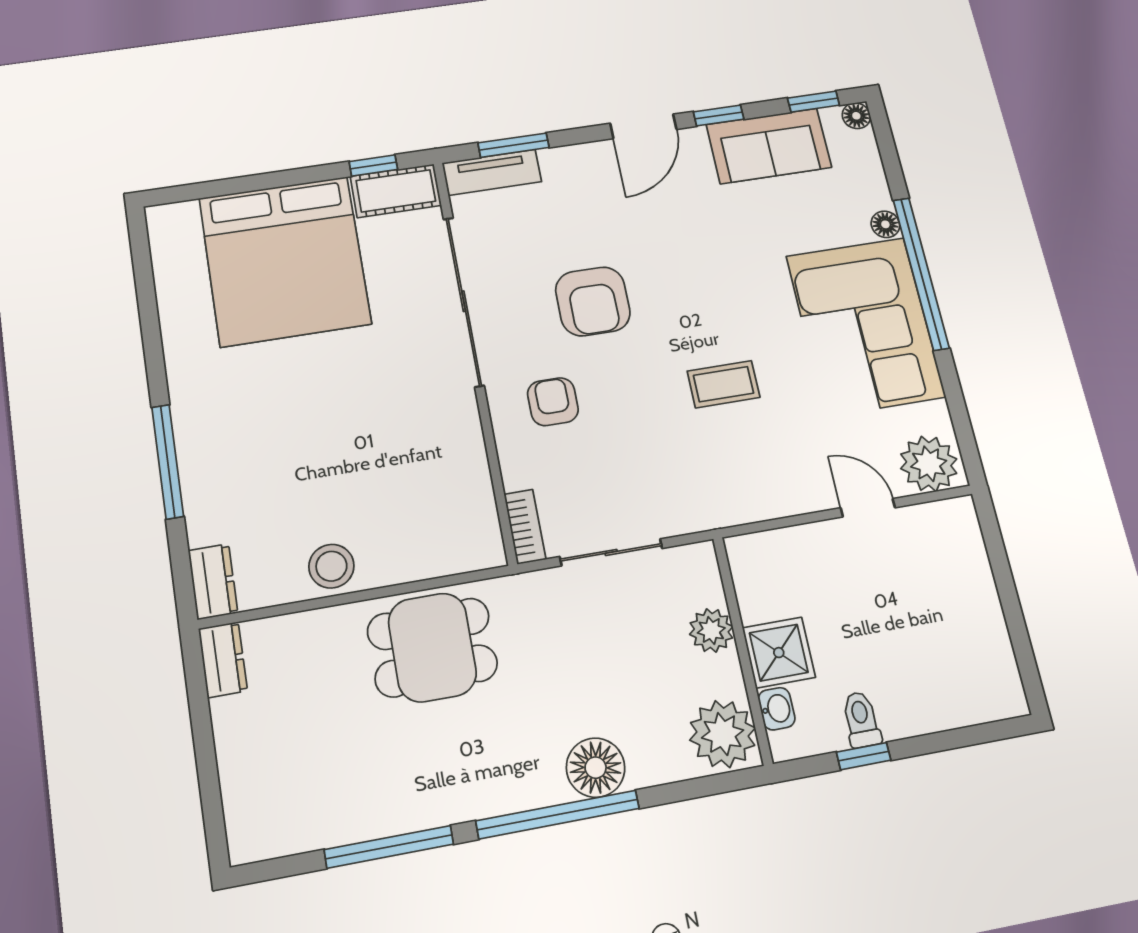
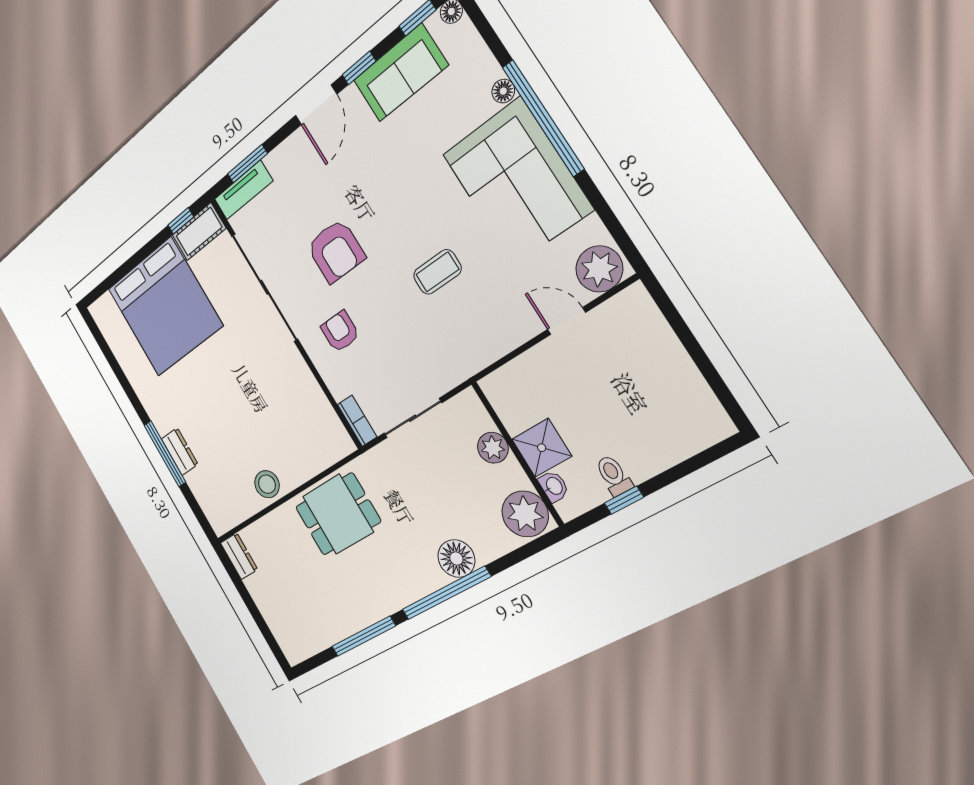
dresser: (213, 582) -> (180, 452), moved

